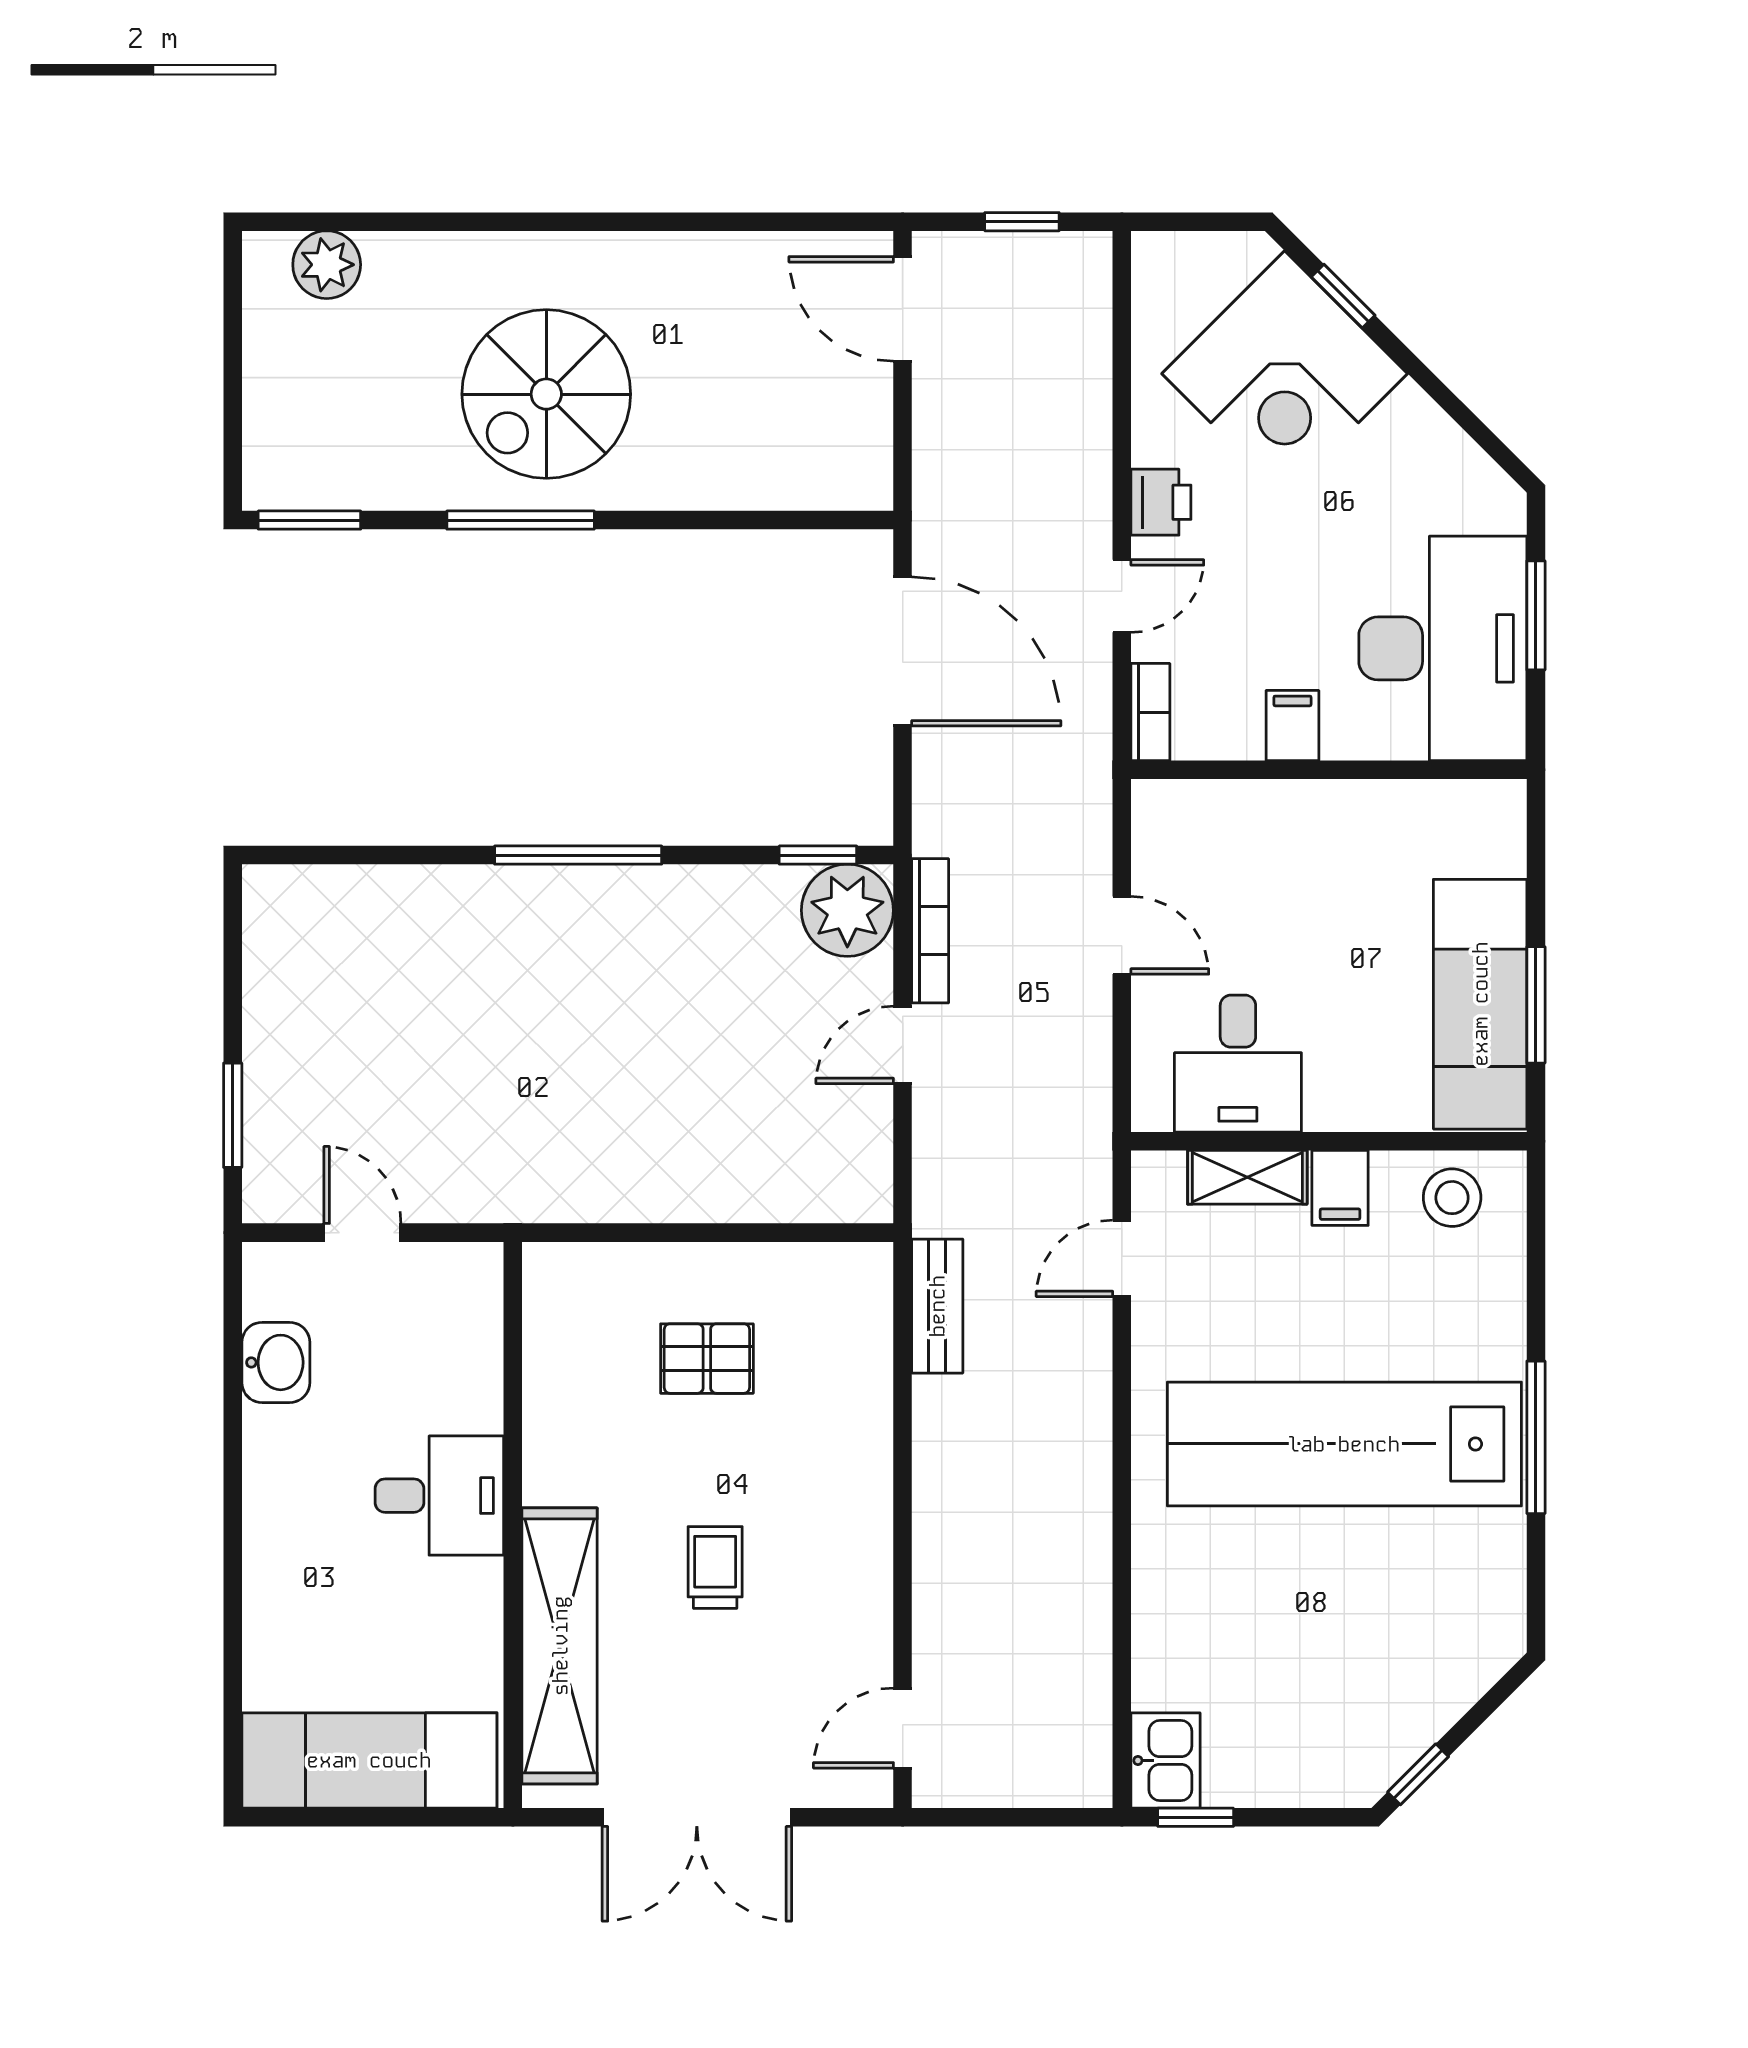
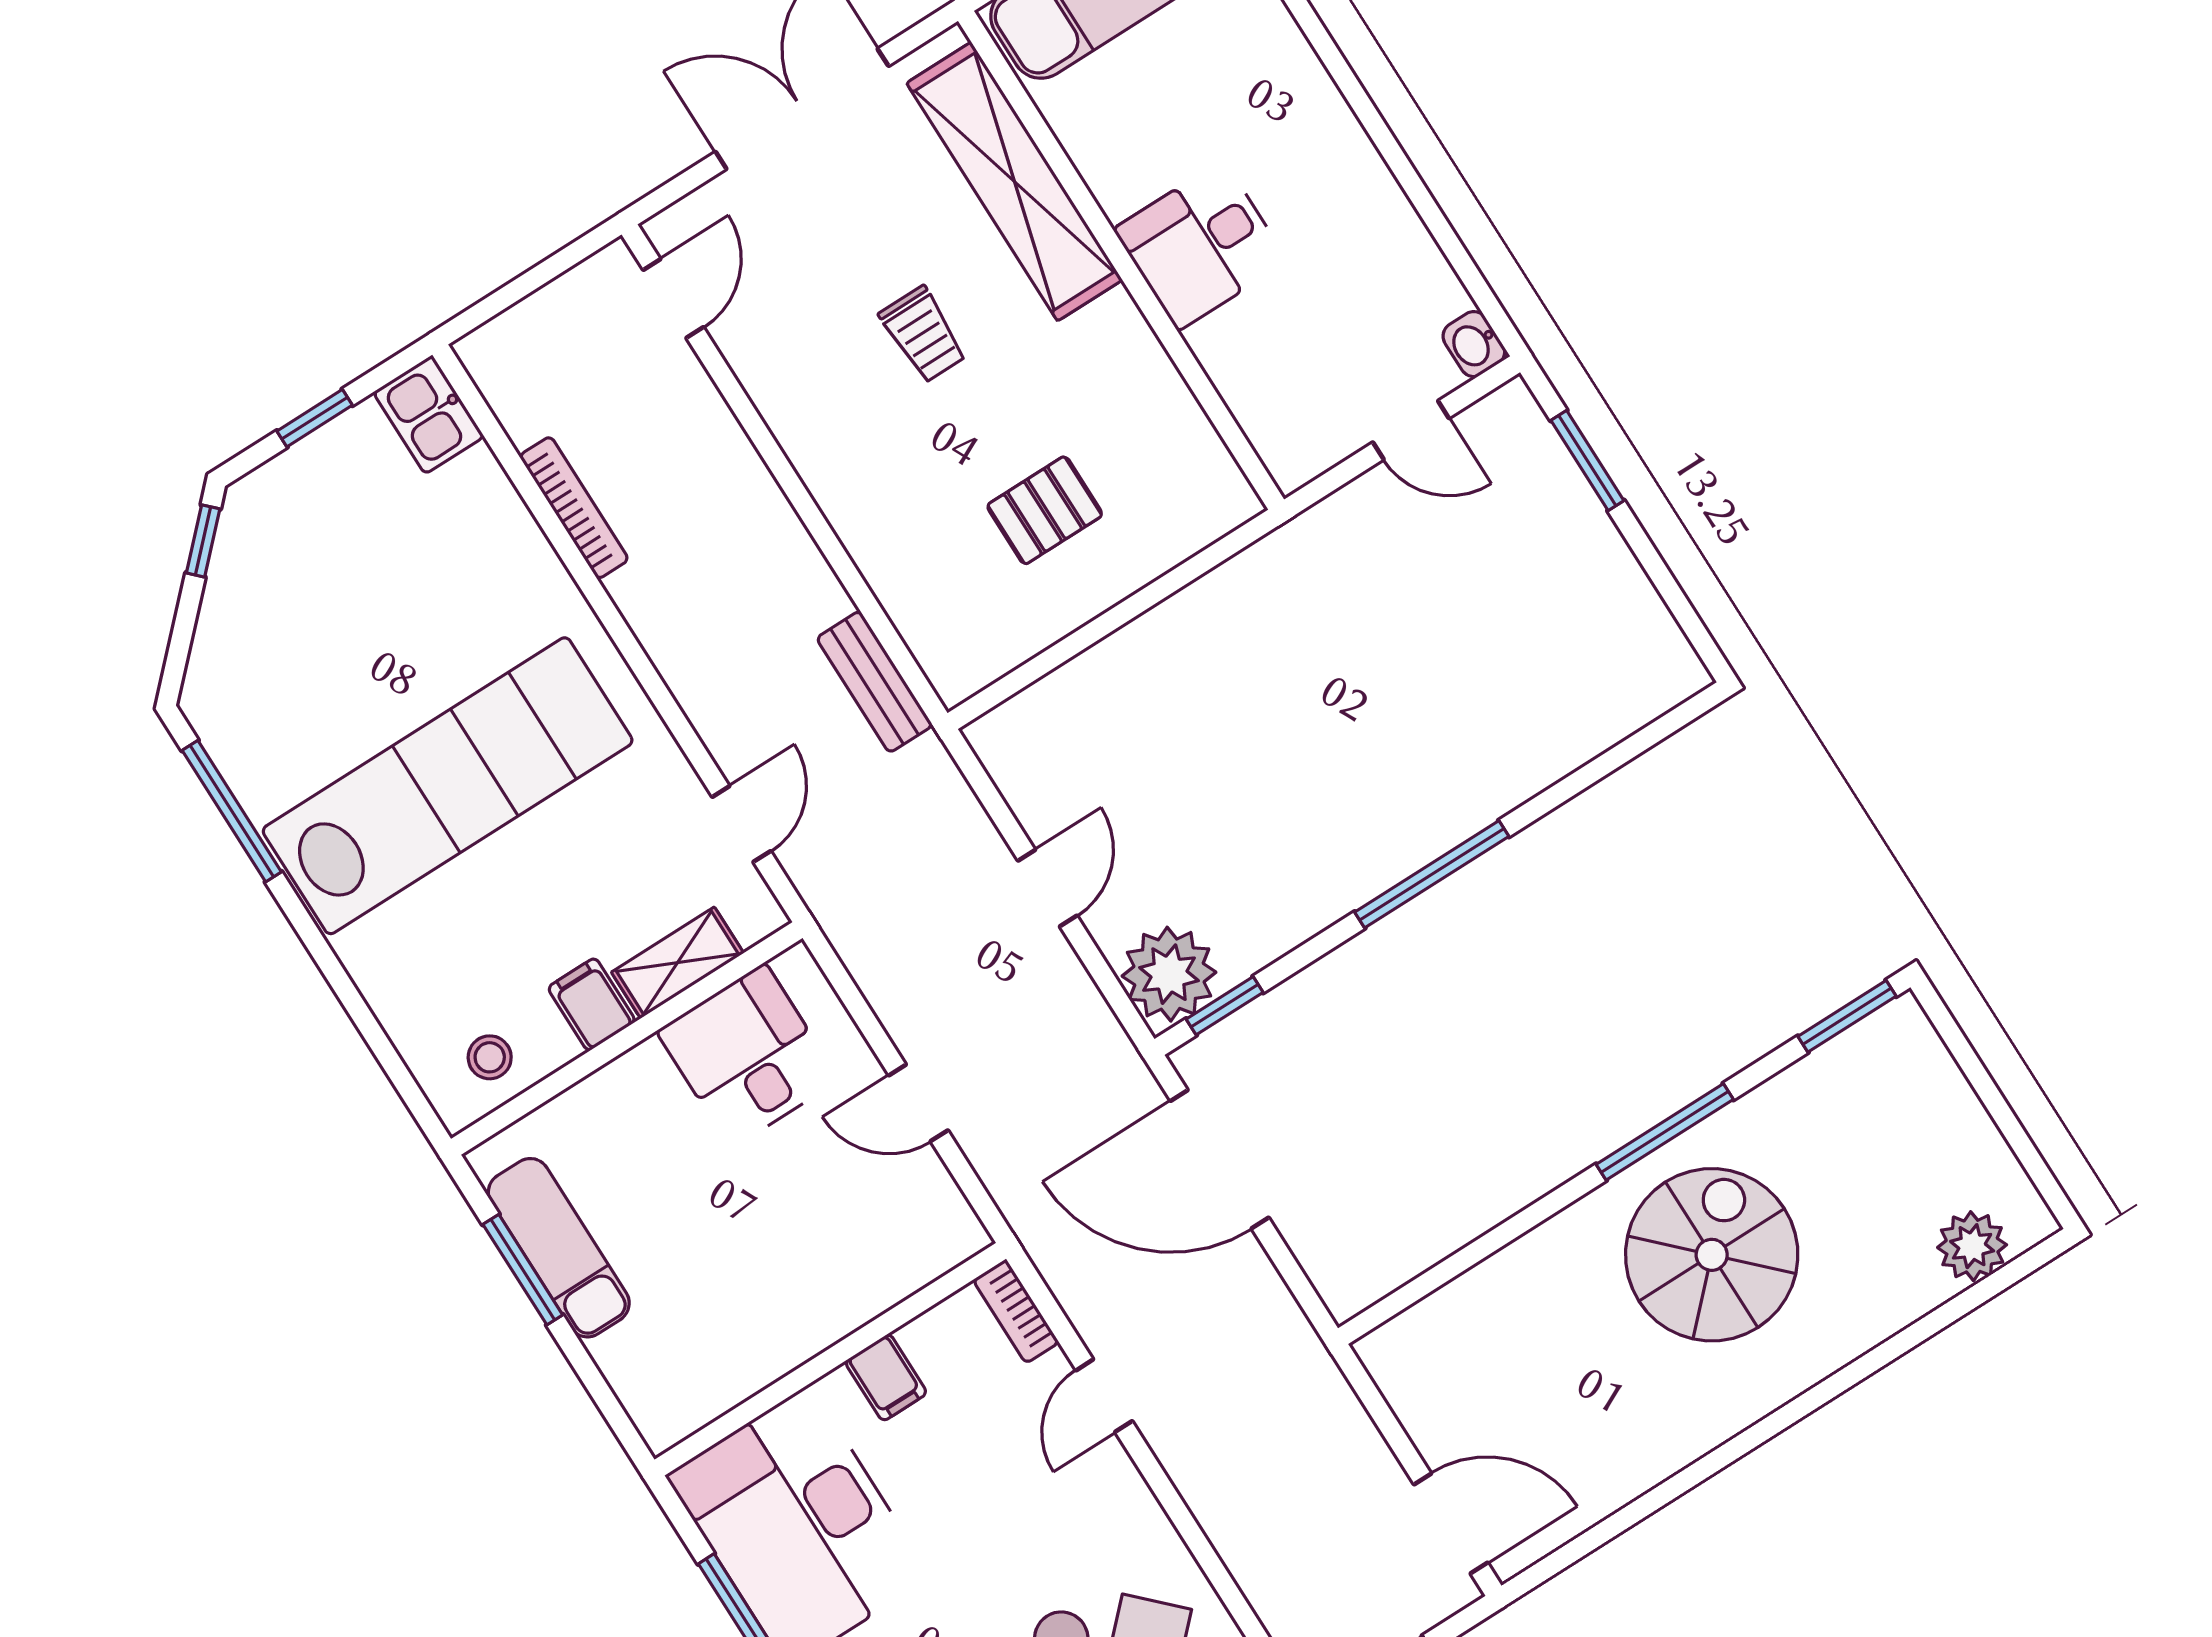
printer: (1161, 502) -> (1122, 1498), removed
door: (903, 651) -> (1220, 1159), moved
bookcase: (930, 931) -> (574, 508), moved, turned 180
exam couch: (1480, 1004) -> (559, 1248), width x0.73, depth x0.69
stool: (1452, 1198) -> (490, 1057), width x0.73, depth x0.73
washbasin: (276, 1362) -> (1474, 344), moved, width x0.72, depth x0.69
window: (1536, 1437) -> (232, 811), moved
window: (1196, 1817) -> (315, 418), moved

